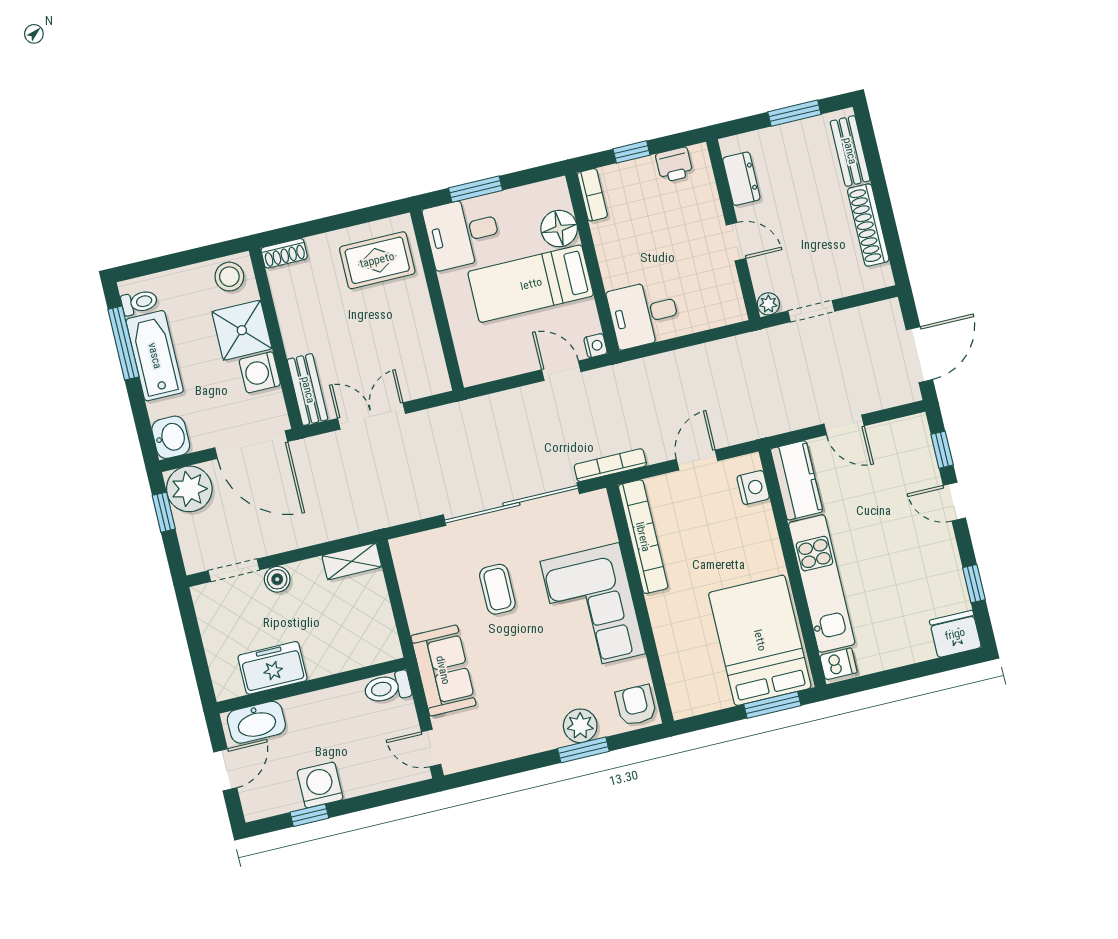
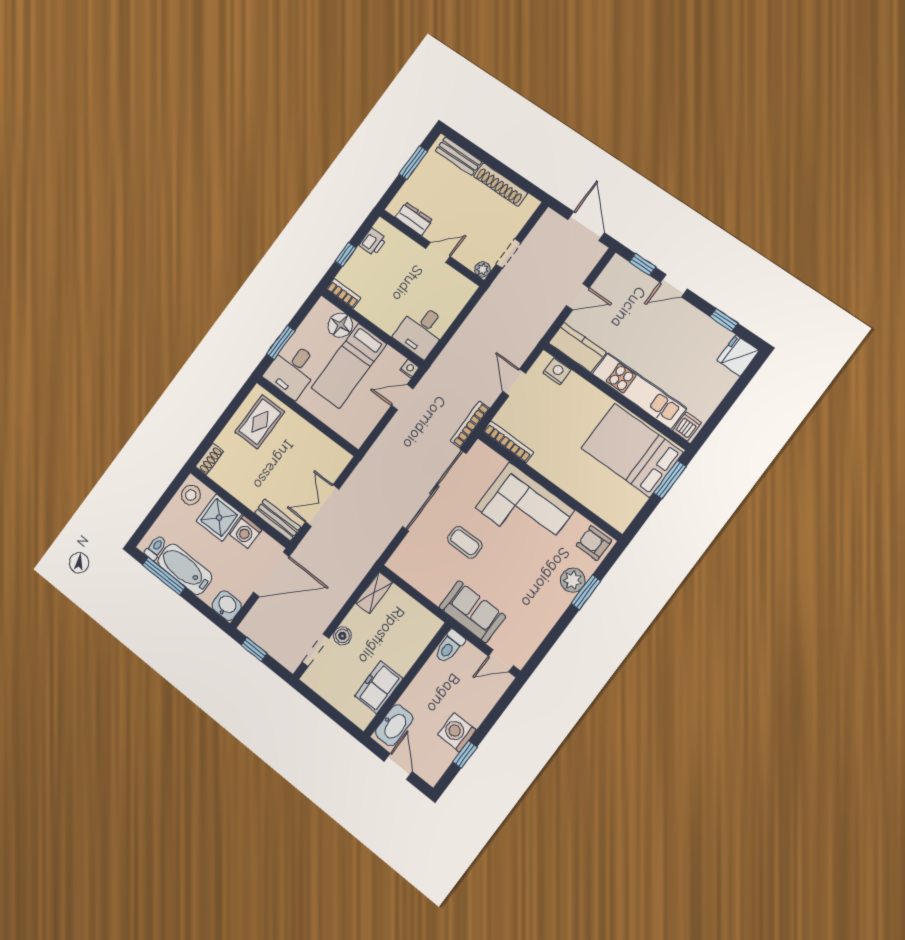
plant: (189, 489) -> (258, 625), removed
bookcase: (643, 537) -> (508, 442), width x0.68, depth x0.76

